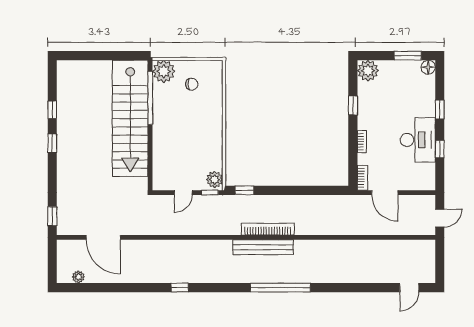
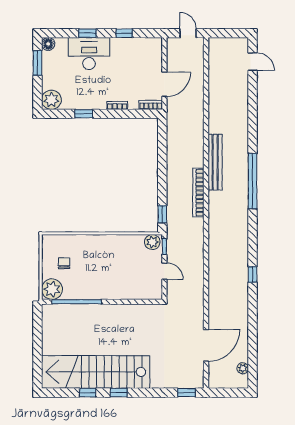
stairs: (130, 118) -> (96, 372), moved, turned 180
desk: (418, 140) -> (89, 54), moved
bench: (263, 247) -> (215, 162), moved

